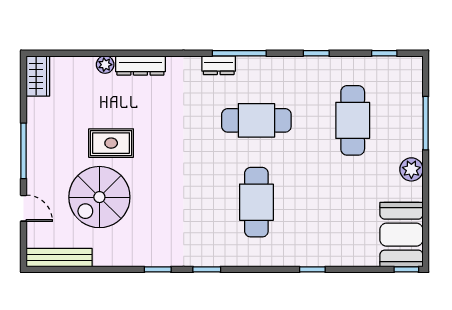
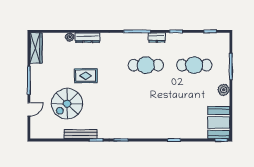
dresser: (219, 65) -> (157, 37), moved
wardrobe: (38, 76) -> (36, 48), width x1.50
cafe table: (353, 120) -> (194, 65), turned 90
rug: (111, 143) -> (86, 76), moved
cafe table: (256, 202) -> (146, 106), removed
door: (24, 208) -> (29, 109), hinge flipped
bench: (59, 258) -> (81, 134), moved

